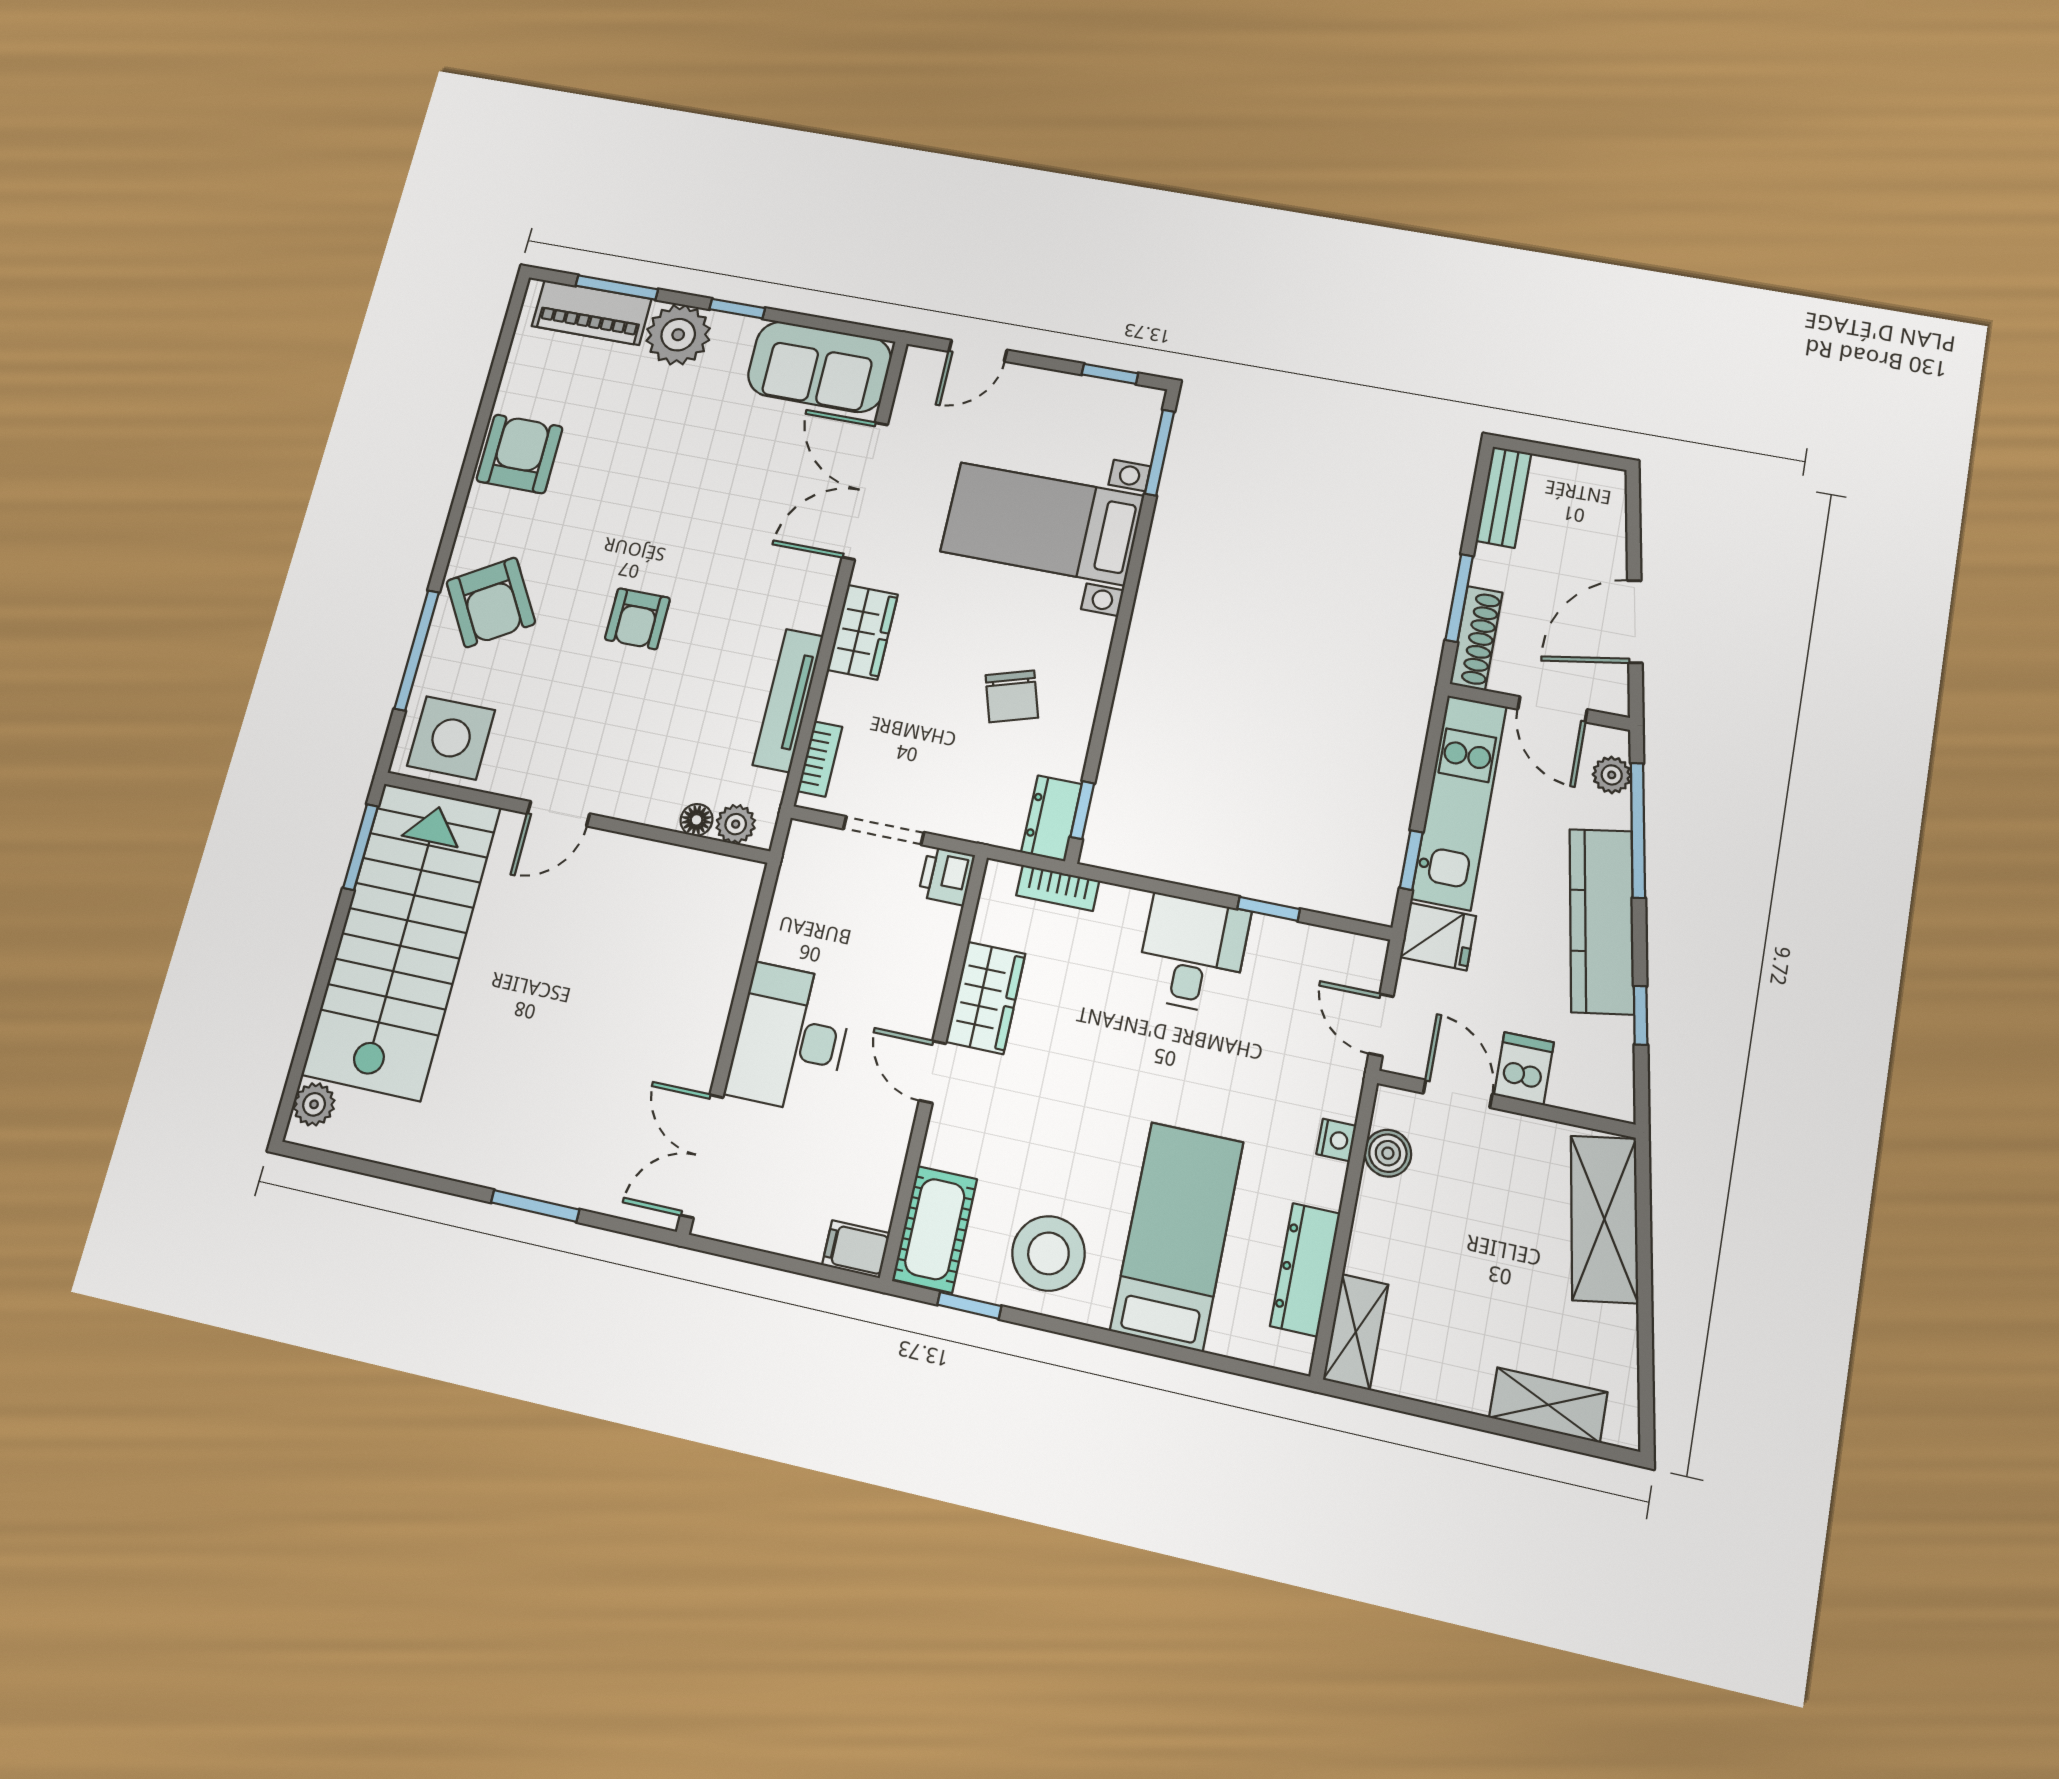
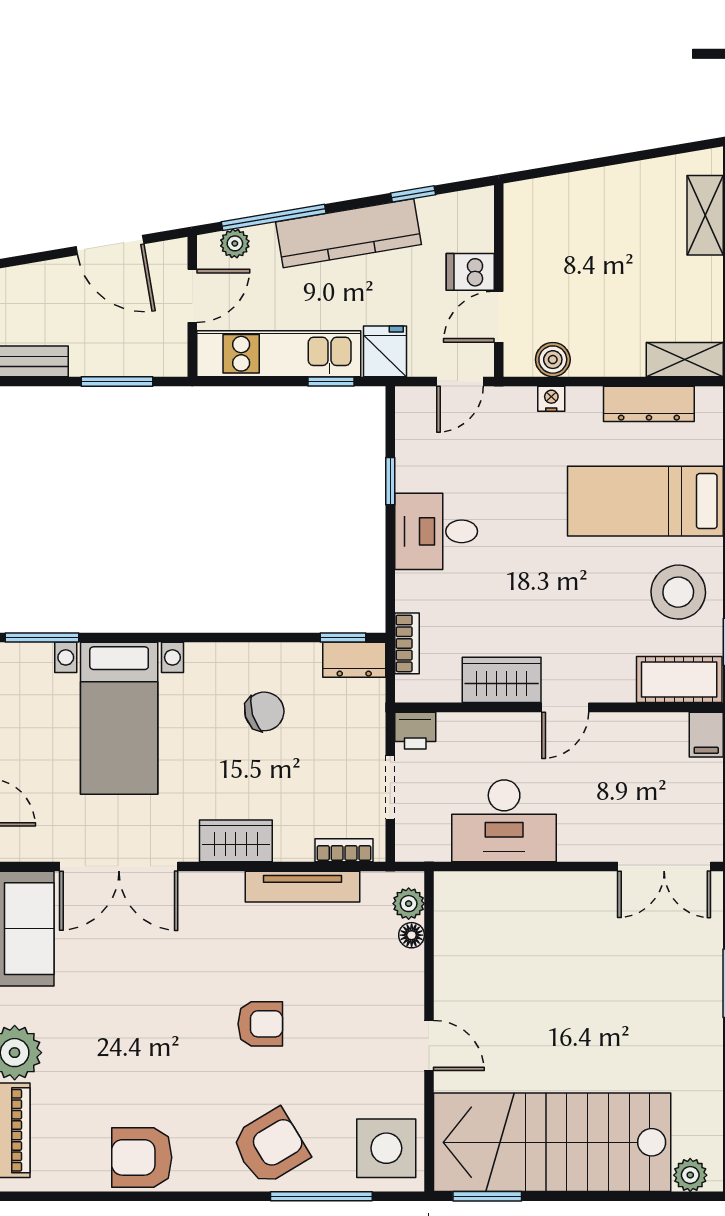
shoe rack: (1476, 638) -> (147, 363), removed
desk: (790, 1038) -> (504, 821), moved
shelving: (1604, 1219) -> (567, 197), removed

